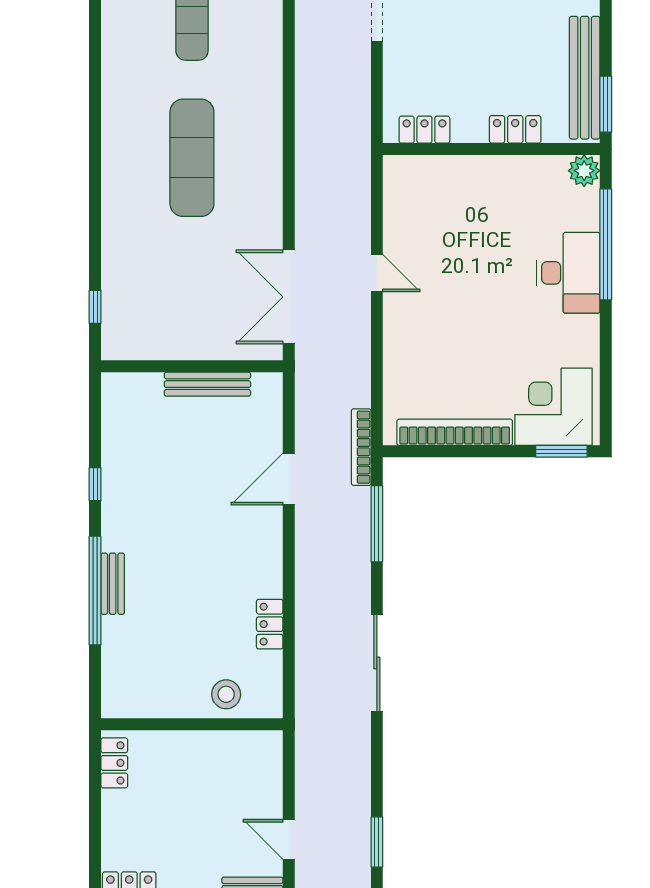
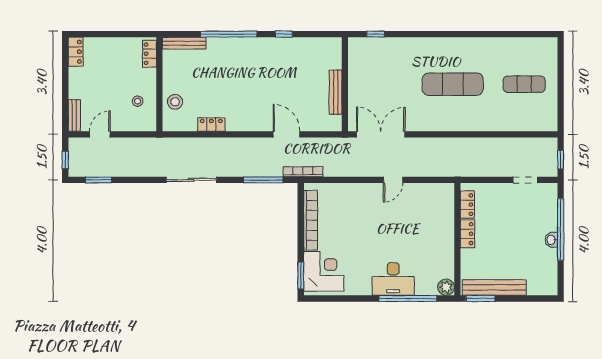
locker: (515, 129) -> (467, 234), moved
bench: (113, 584) -> (184, 43), moved, width x1.36
locker: (114, 763) -> (150, 54), moved, turned 90
stool: (225, 767) -> (138, 101), added

